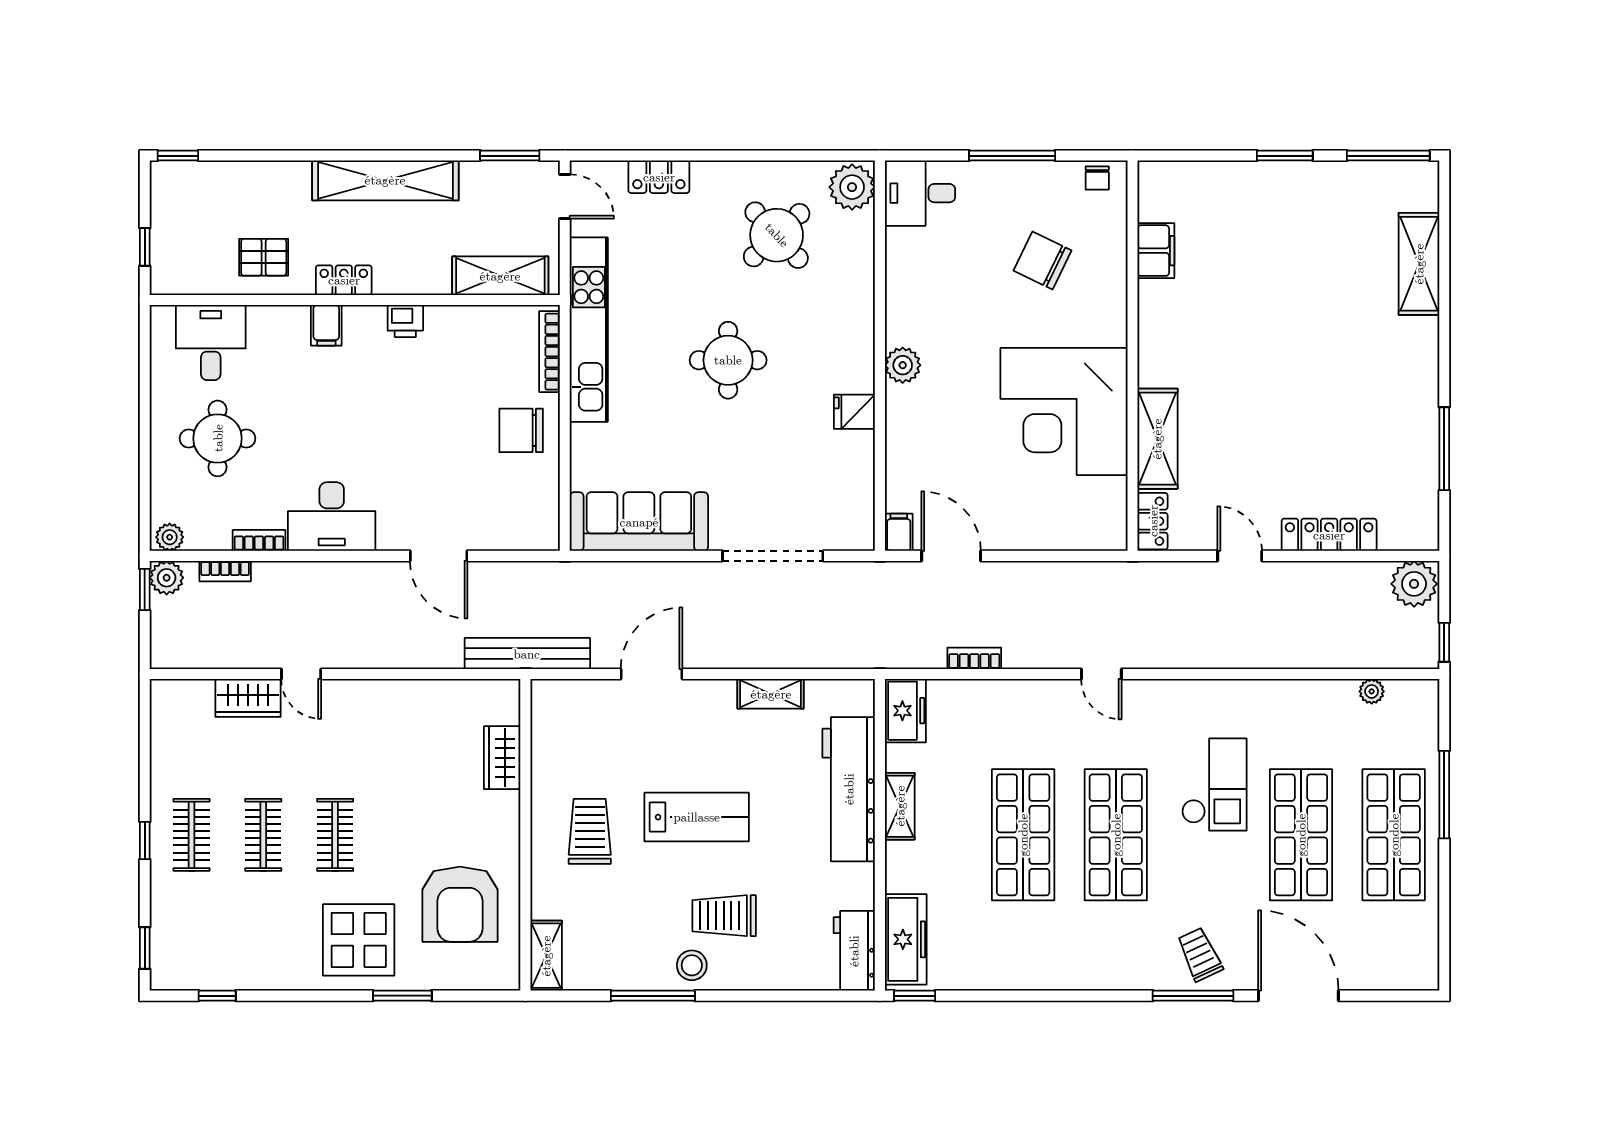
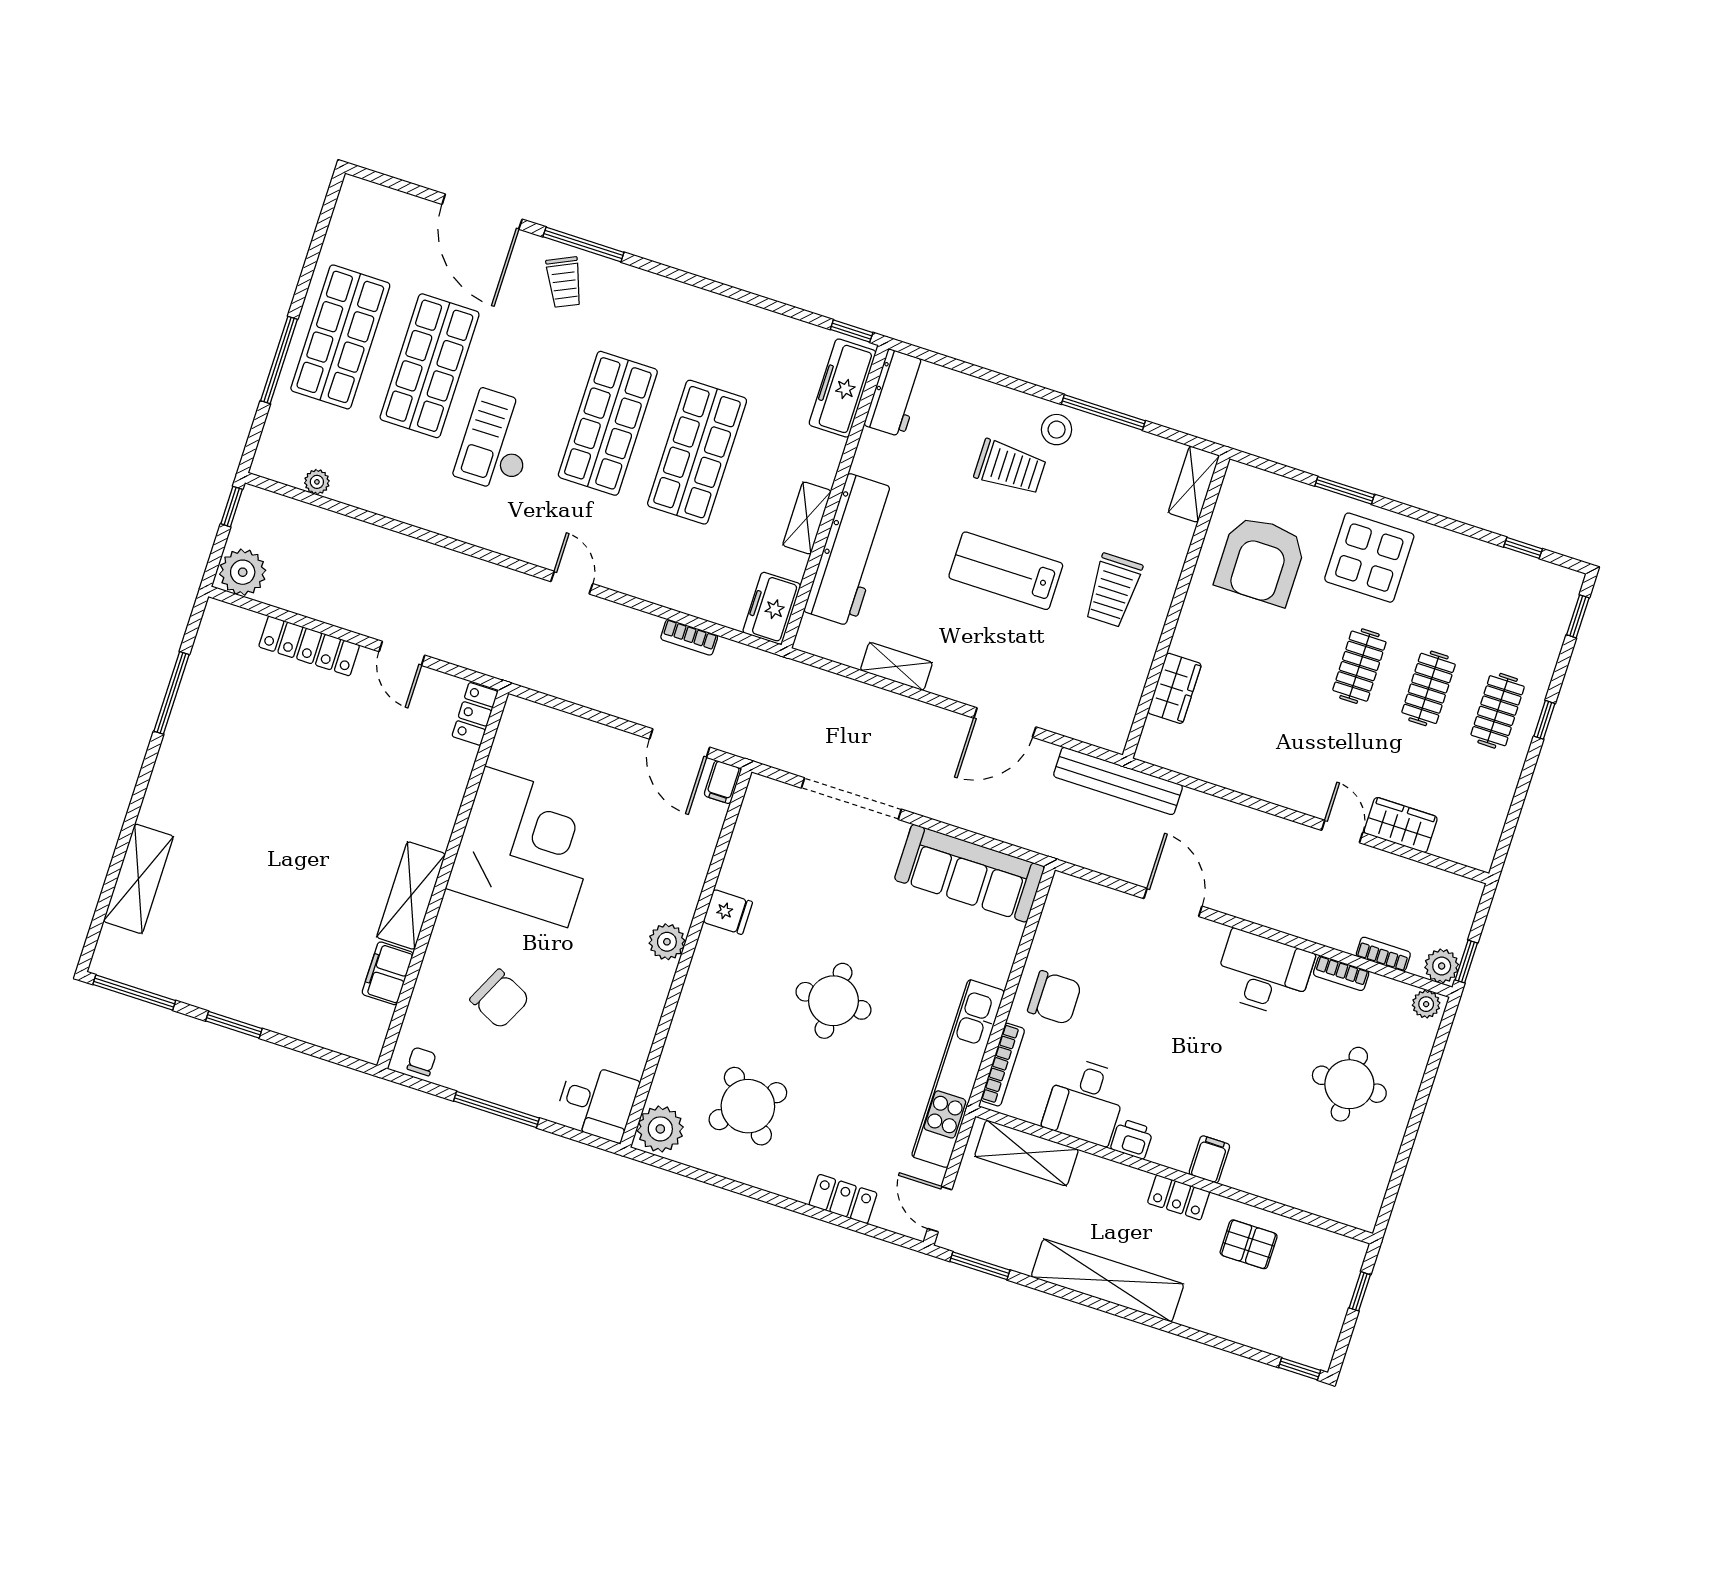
desk: (211, 342) -> (1085, 1101), moved
shelving: (1157, 439) -> (411, 896), moved
armchair: (460, 904) -> (1261, 560), turned 180

